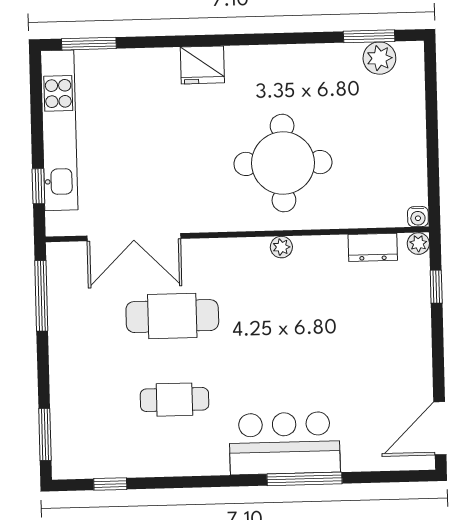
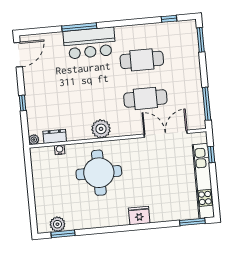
water cooler: (418, 217) -> (60, 150), moved
plant: (281, 247) -> (101, 129), width x1.87, depth x1.87
window: (436, 287) -> (23, 103), moved
cafe table: (174, 400) -> (142, 60), width x1.37, depth x1.35

